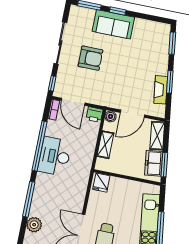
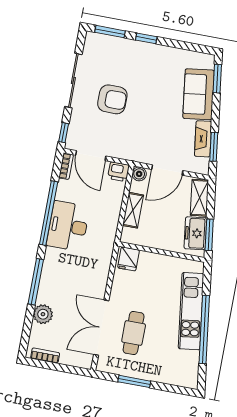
sofa: (113, 24) -> (199, 94), moved, turned 82
window: (170, 82) -> (214, 147), moved

